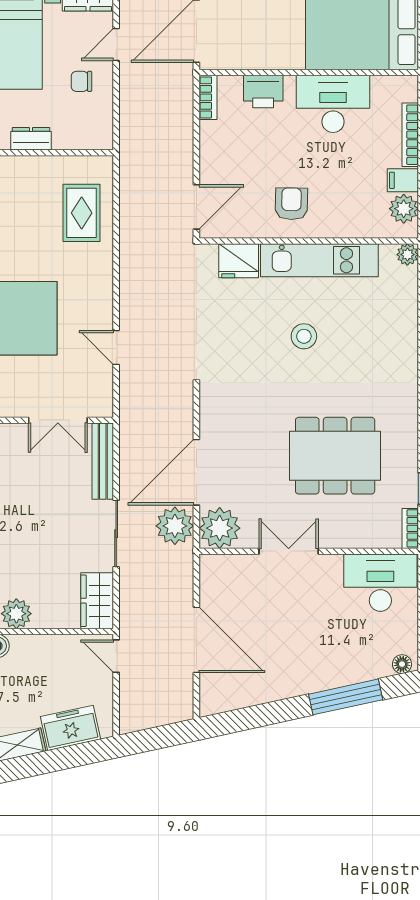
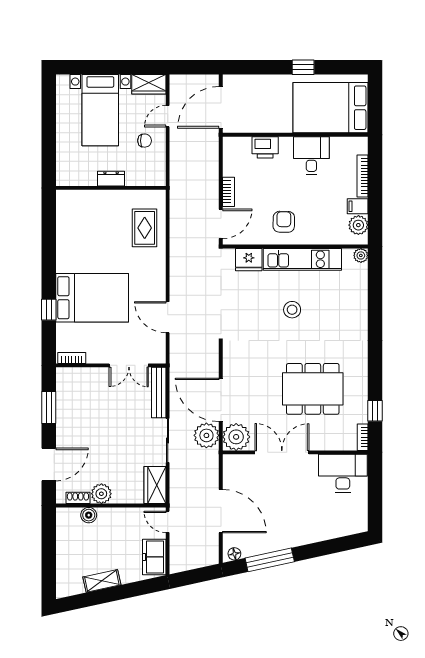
chair: (82, 81) -> (145, 141), turned 180
bookcase: (208, 97) -> (228, 192), moved
desk: (333, 104) -> (311, 156), width x0.73
door: (116, 348) -> (168, 317), width x1.38
door: (196, 472) -> (221, 400), hinge flipped
double door: (289, 551) -> (282, 452), width x1.37
floor lamp: (402, 664) -> (234, 554), moved
window: (346, 697) -> (270, 560), moved
freezer: (70, 728) -> (154, 557), moved, turned -78

